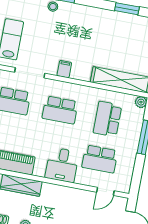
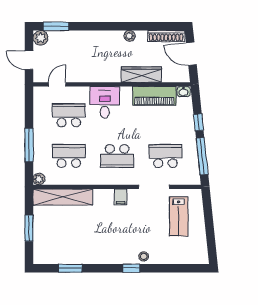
school desk: (60, 110) -> (117, 156), turned 180
school desk: (107, 119) -> (69, 156), turned -90

